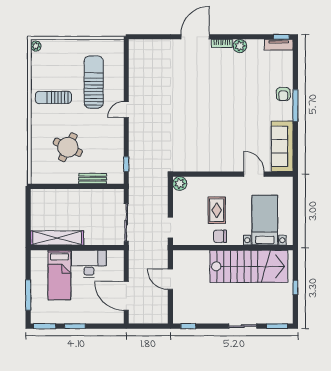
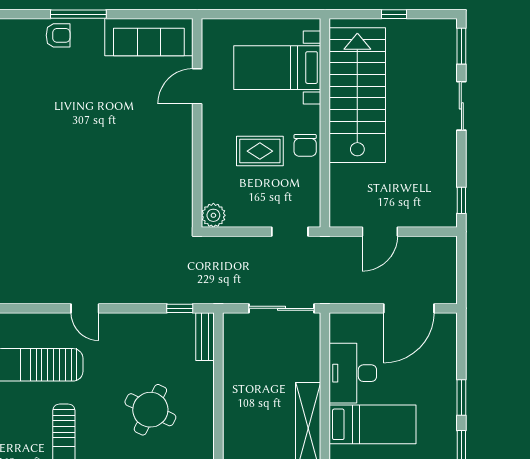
bench: (93, 179) -> (205, 337), moved

